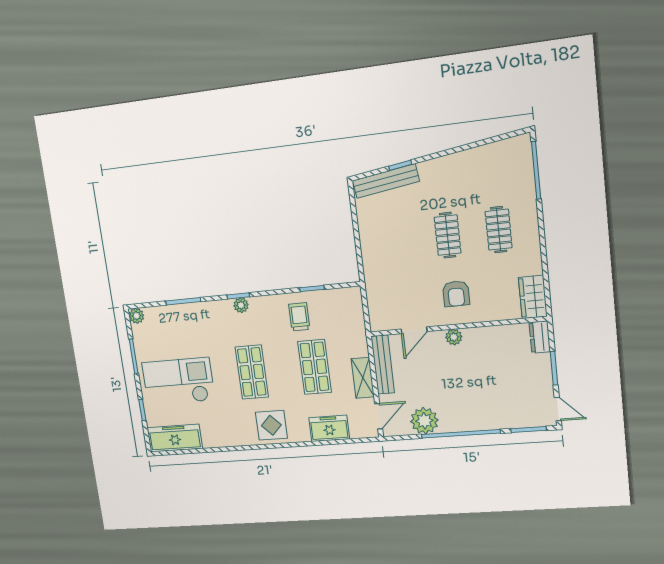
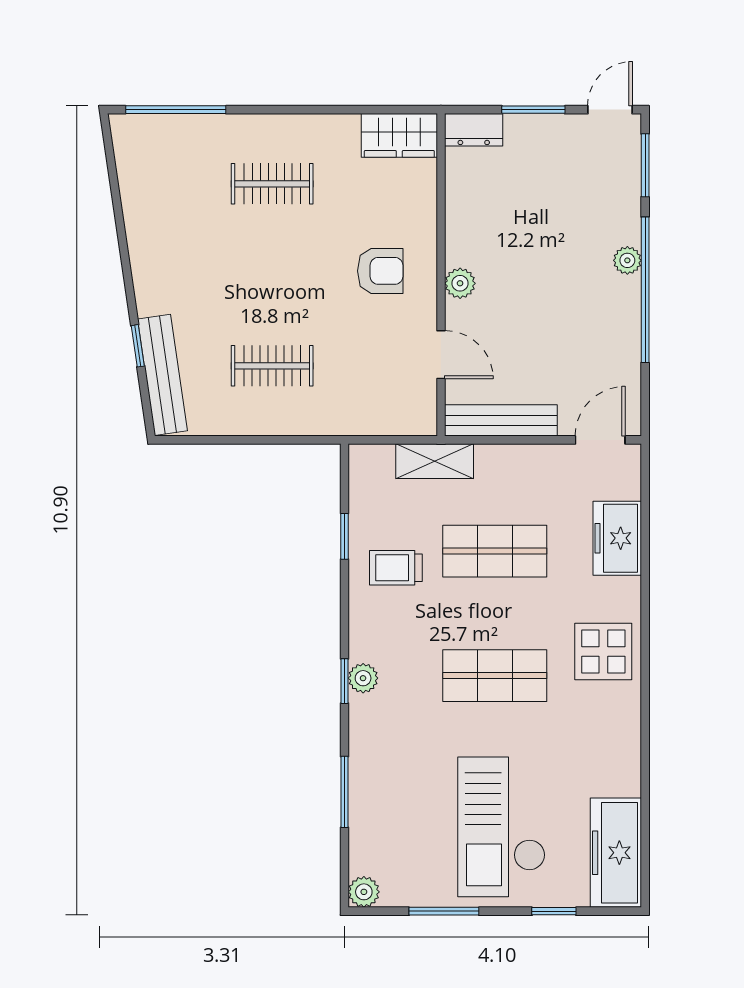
clothes rail: (448, 235) -> (272, 366), moved
shelving: (363, 378) -> (435, 461), moved
door: (379, 416) -> (600, 440), hinge flipped
plant: (424, 421) -> (627, 260), moved, width x0.53, depth x0.53

